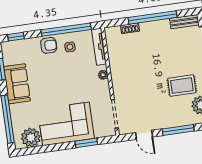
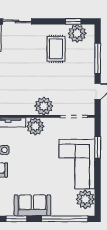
plant: (103, 75) -> (35, 126), width x1.87, depth x1.87
plant: (121, 81) -> (44, 106), added

